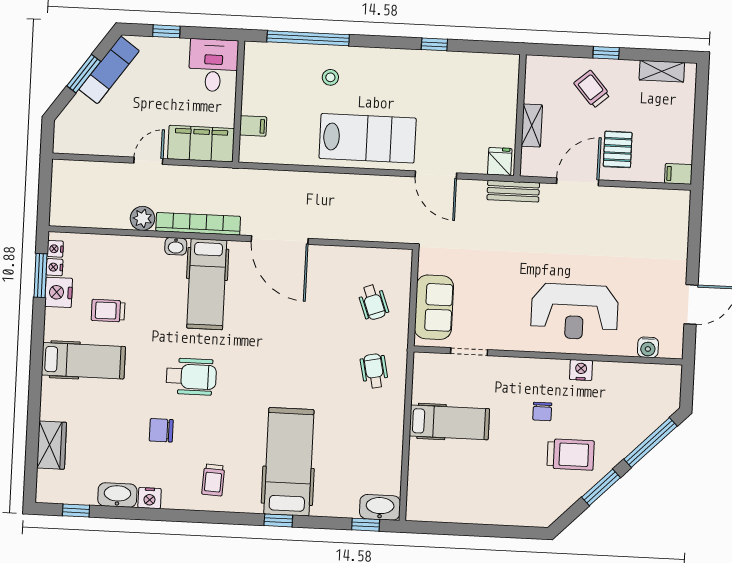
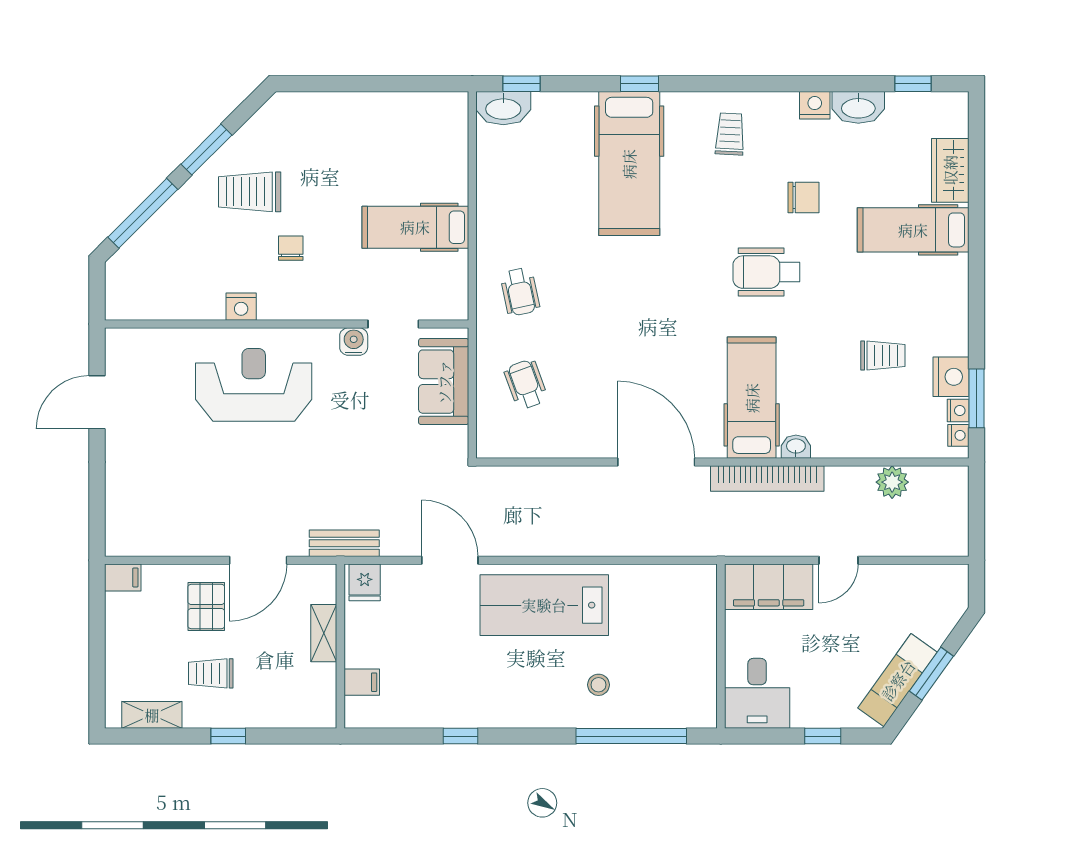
trolley: (592, 89) -> (211, 673), moved, turned 131
filing cabinet: (253, 126) -> (362, 682), moved, turned 180
plant: (142, 218) -> (892, 482), moved
water cooler: (648, 347) -> (354, 342), moved
hospital bed: (83, 361) -> (913, 230), moved

